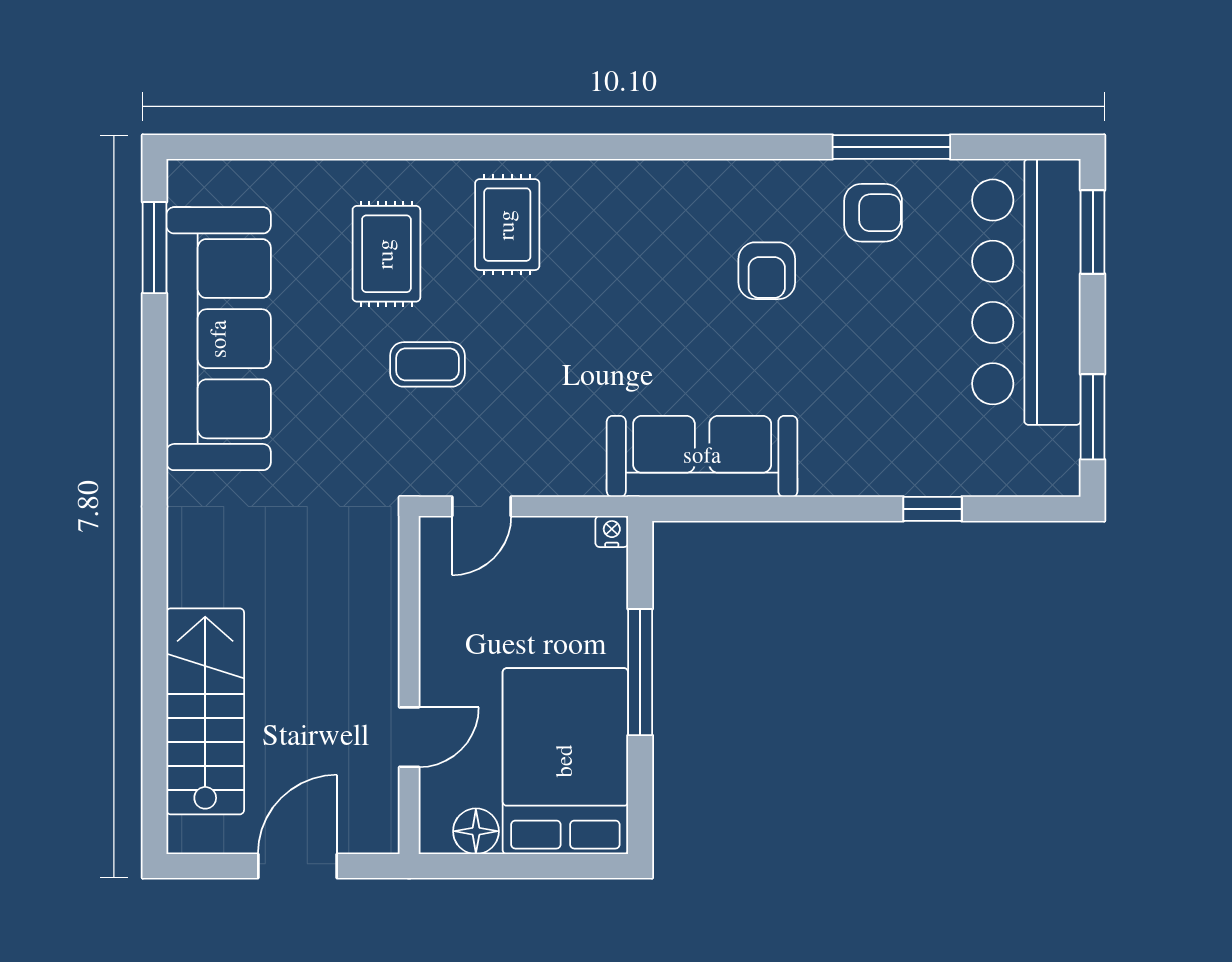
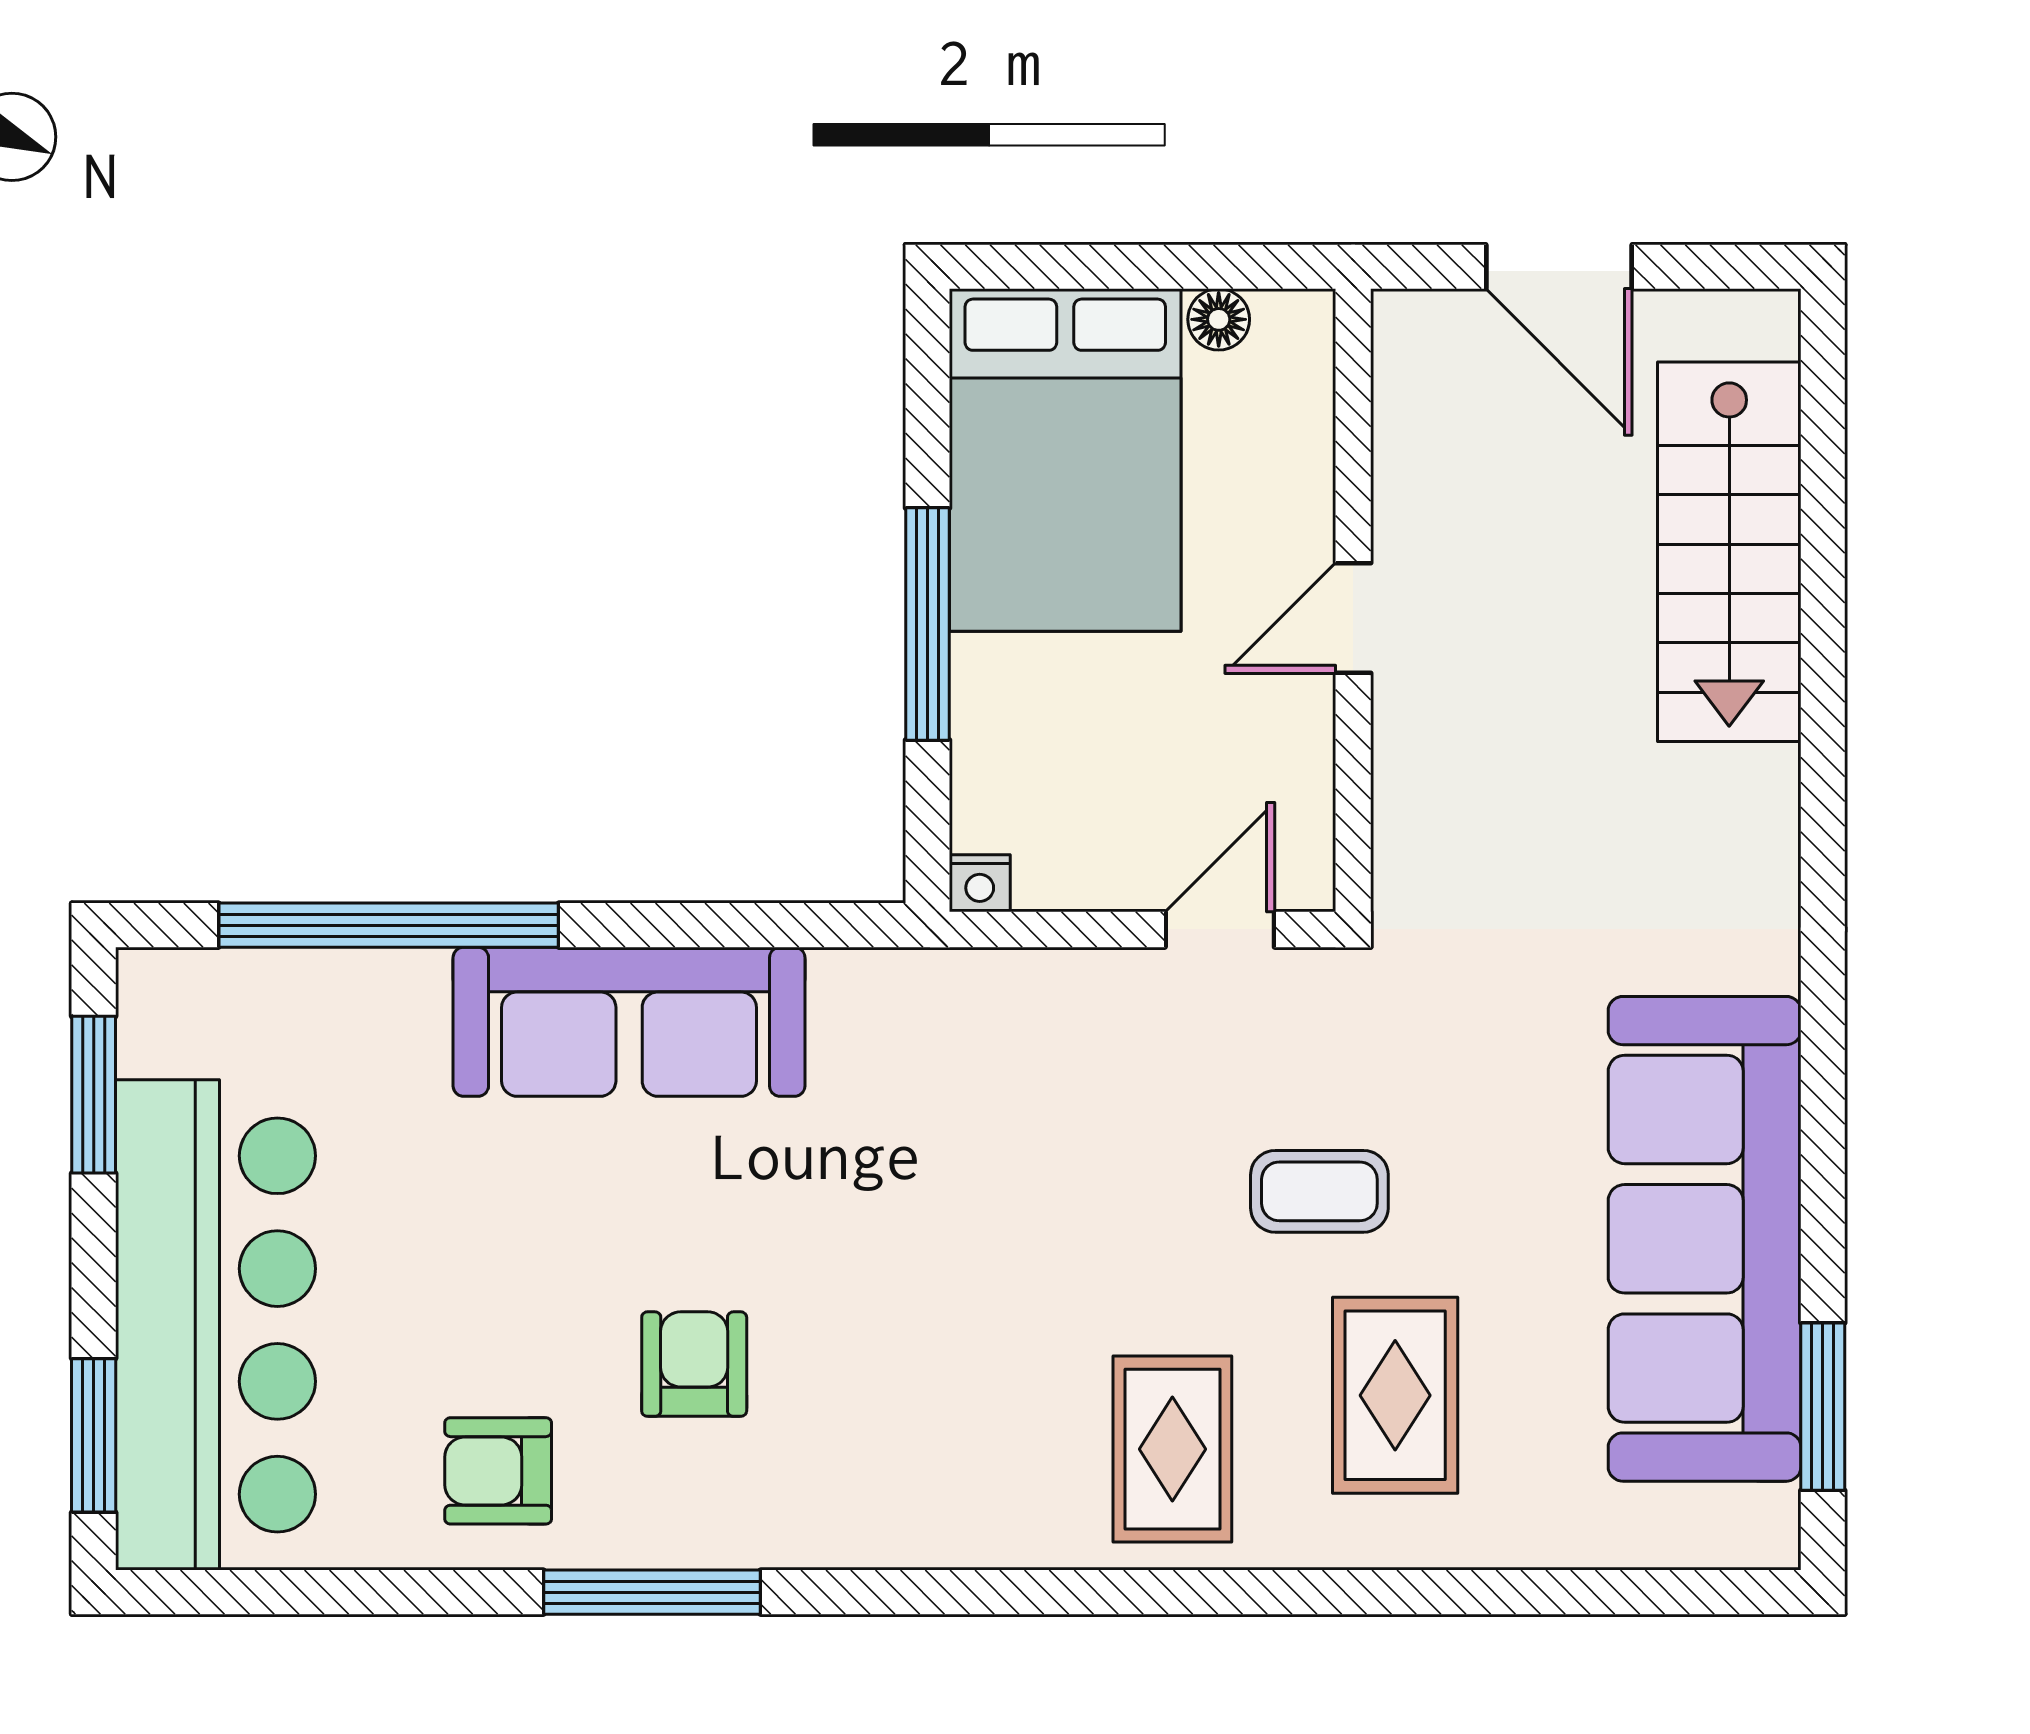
window: (891, 147) -> (652, 1592), moved
sofa: (702, 456) -> (629, 1022), moved
window: (932, 509) -> (389, 925), width x3.17
door: (409, 737) -> (1353, 618), moved
floor lamp: (476, 831) -> (1219, 319), width x0.73, depth x0.73
door: (298, 866) -> (1559, 267), hinge flipped

